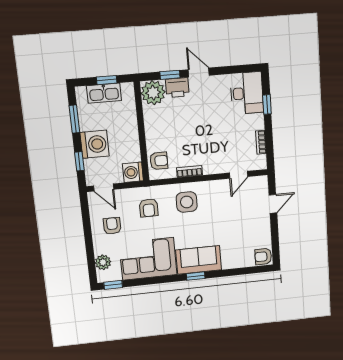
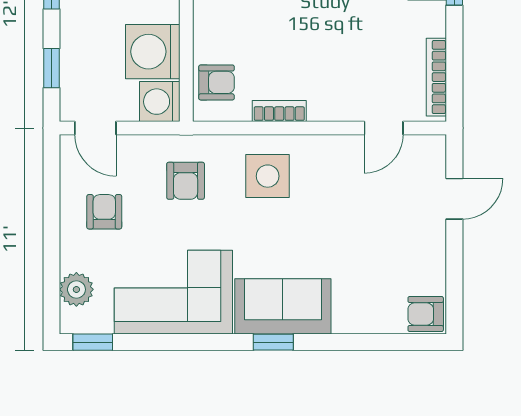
bookcase: (261, 142) -> (436, 77), width x1.56
washing machine: (95, 144) -> (153, 52), moved, turned 180

